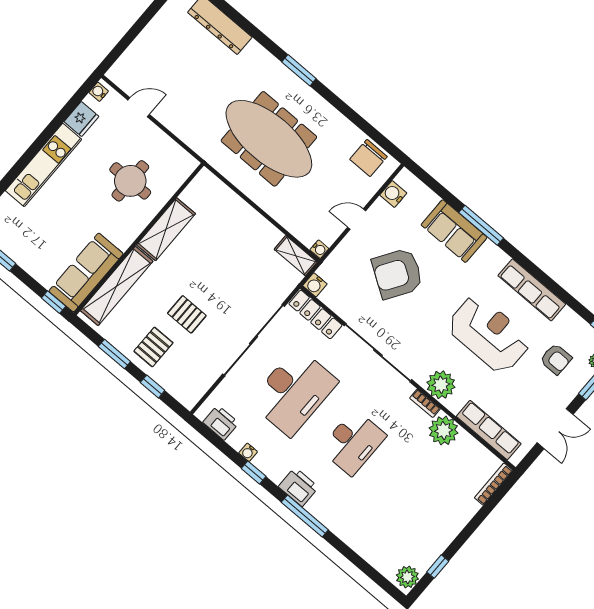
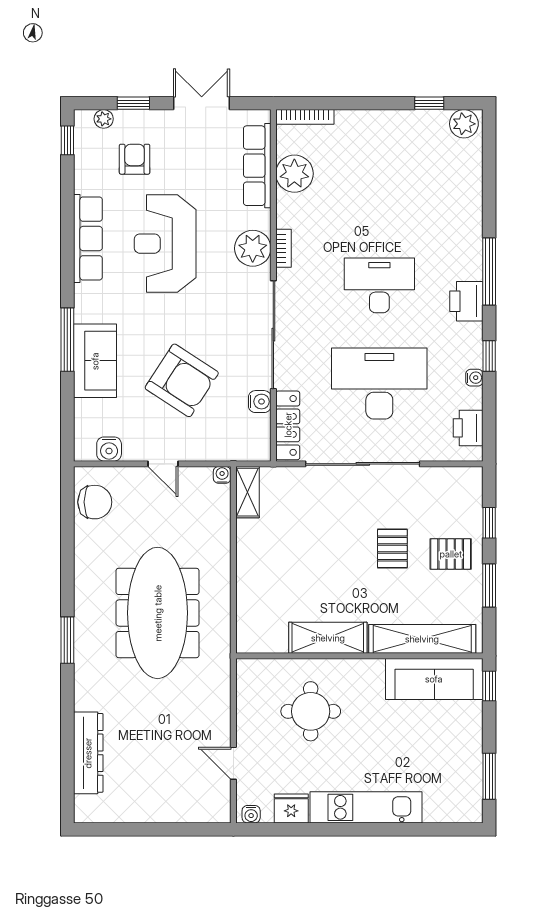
water cooler: (315, 285) -> (260, 402), moved
plant: (443, 431) -> (294, 174), moved

